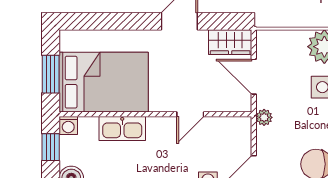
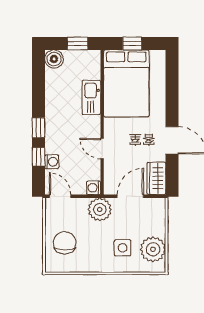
window: (51, 74) -> (132, 43), width x0.67
plant: (264, 117) -> (100, 209), width x1.87, depth x1.87
washing machine: (68, 126) -> (94, 188), moved

